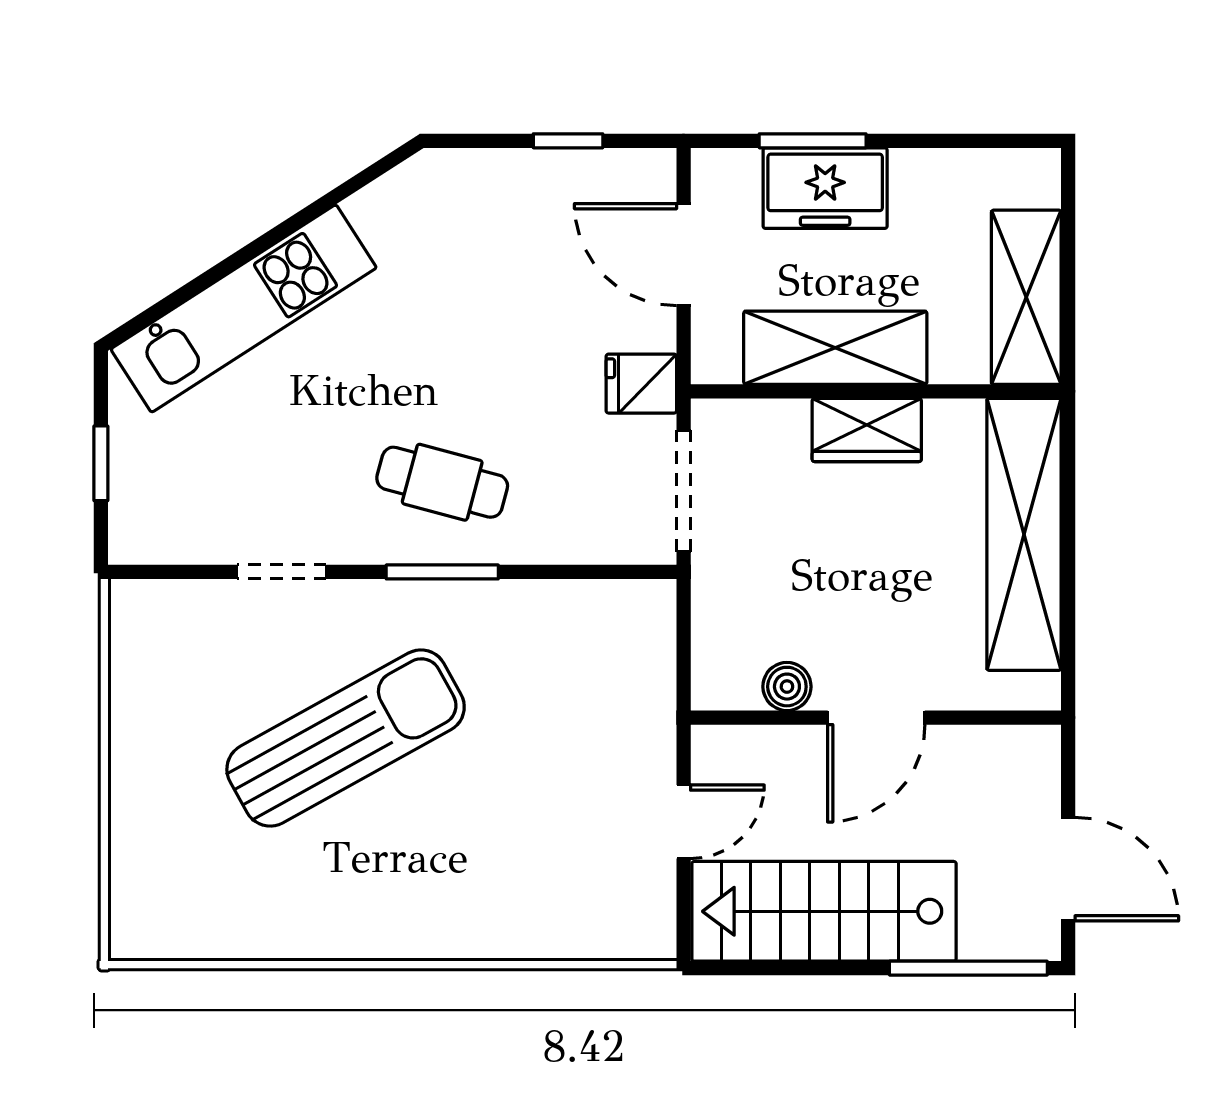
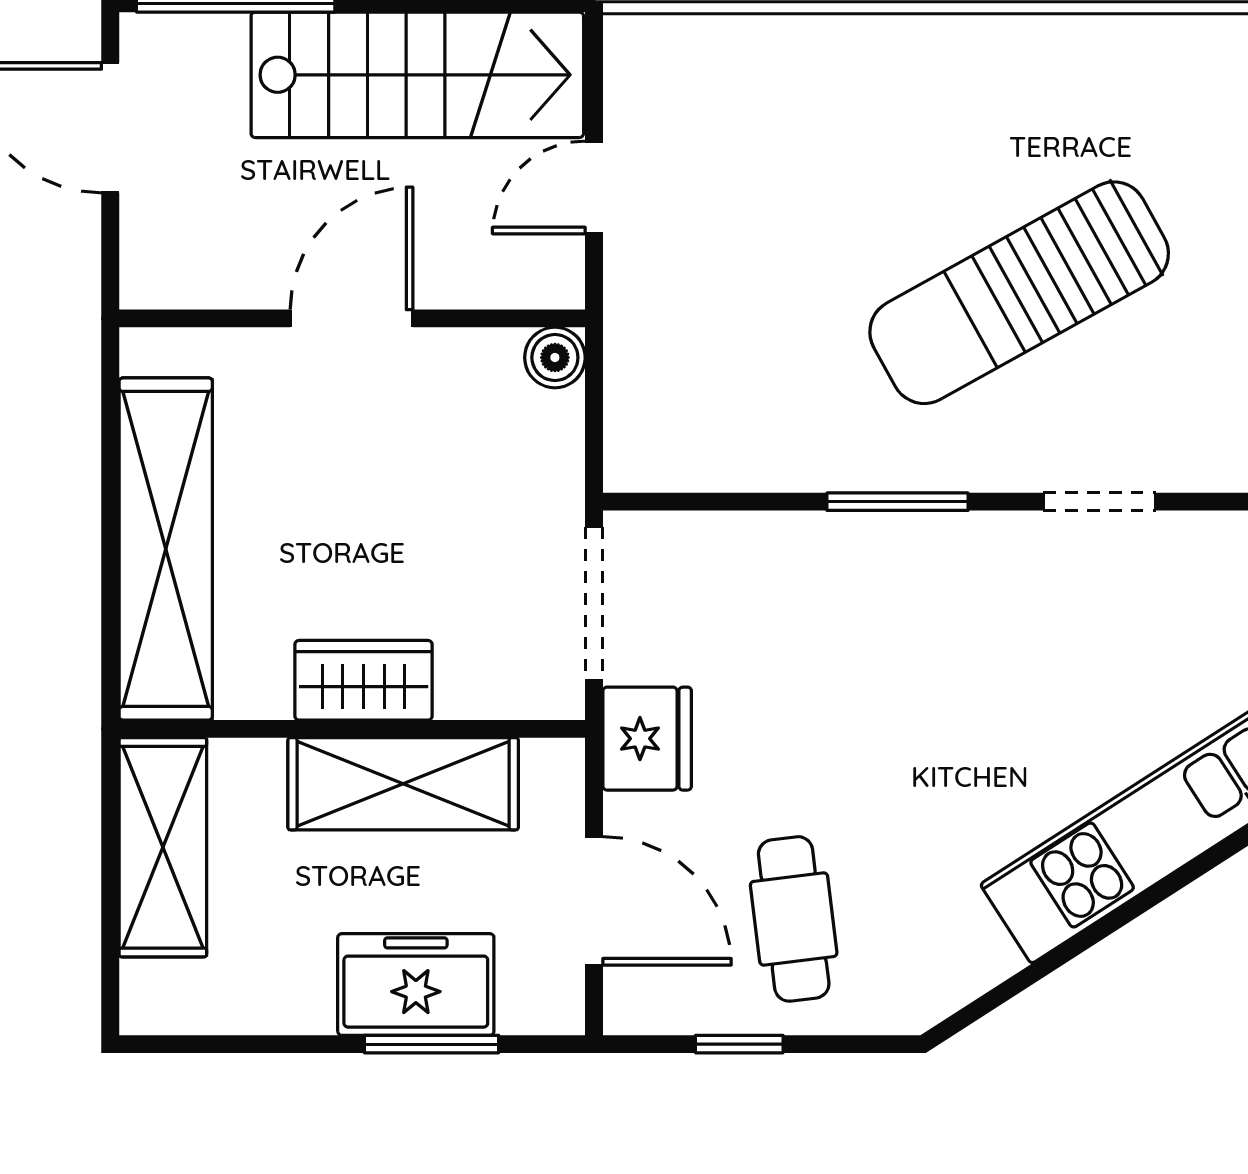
fridge: (641, 384) -> (647, 739), width x1.38
cafe table: (442, 482) -> (794, 919), moved, turned 68
boiler: (787, 687) -> (555, 358), moved

